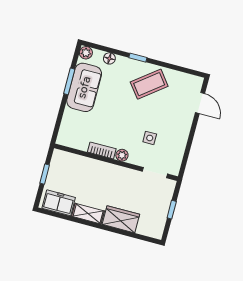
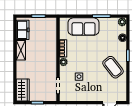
sofa: (84, 87) -> (84, 27), moved
wardrobe: (121, 219) -> (23, 90), moved

